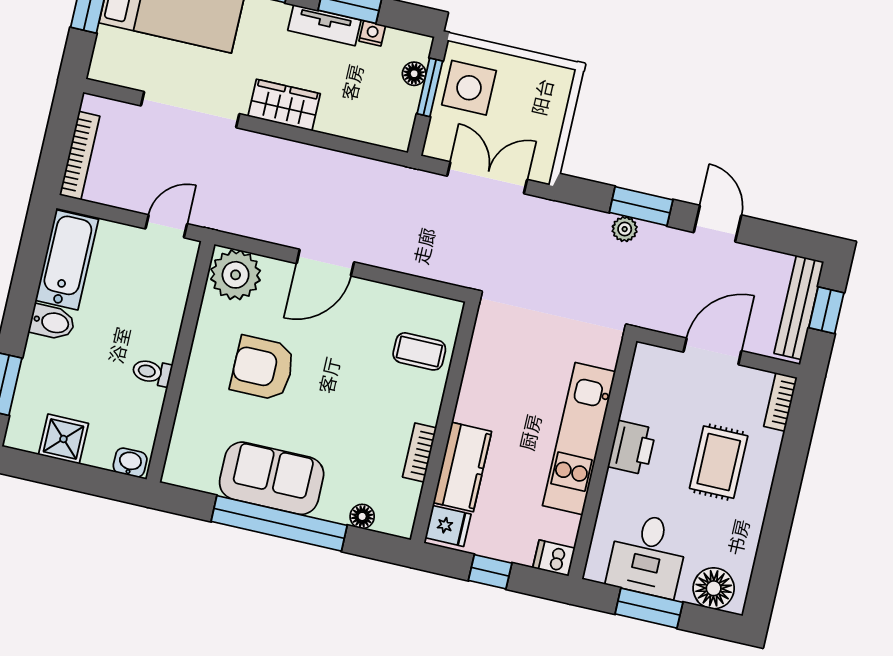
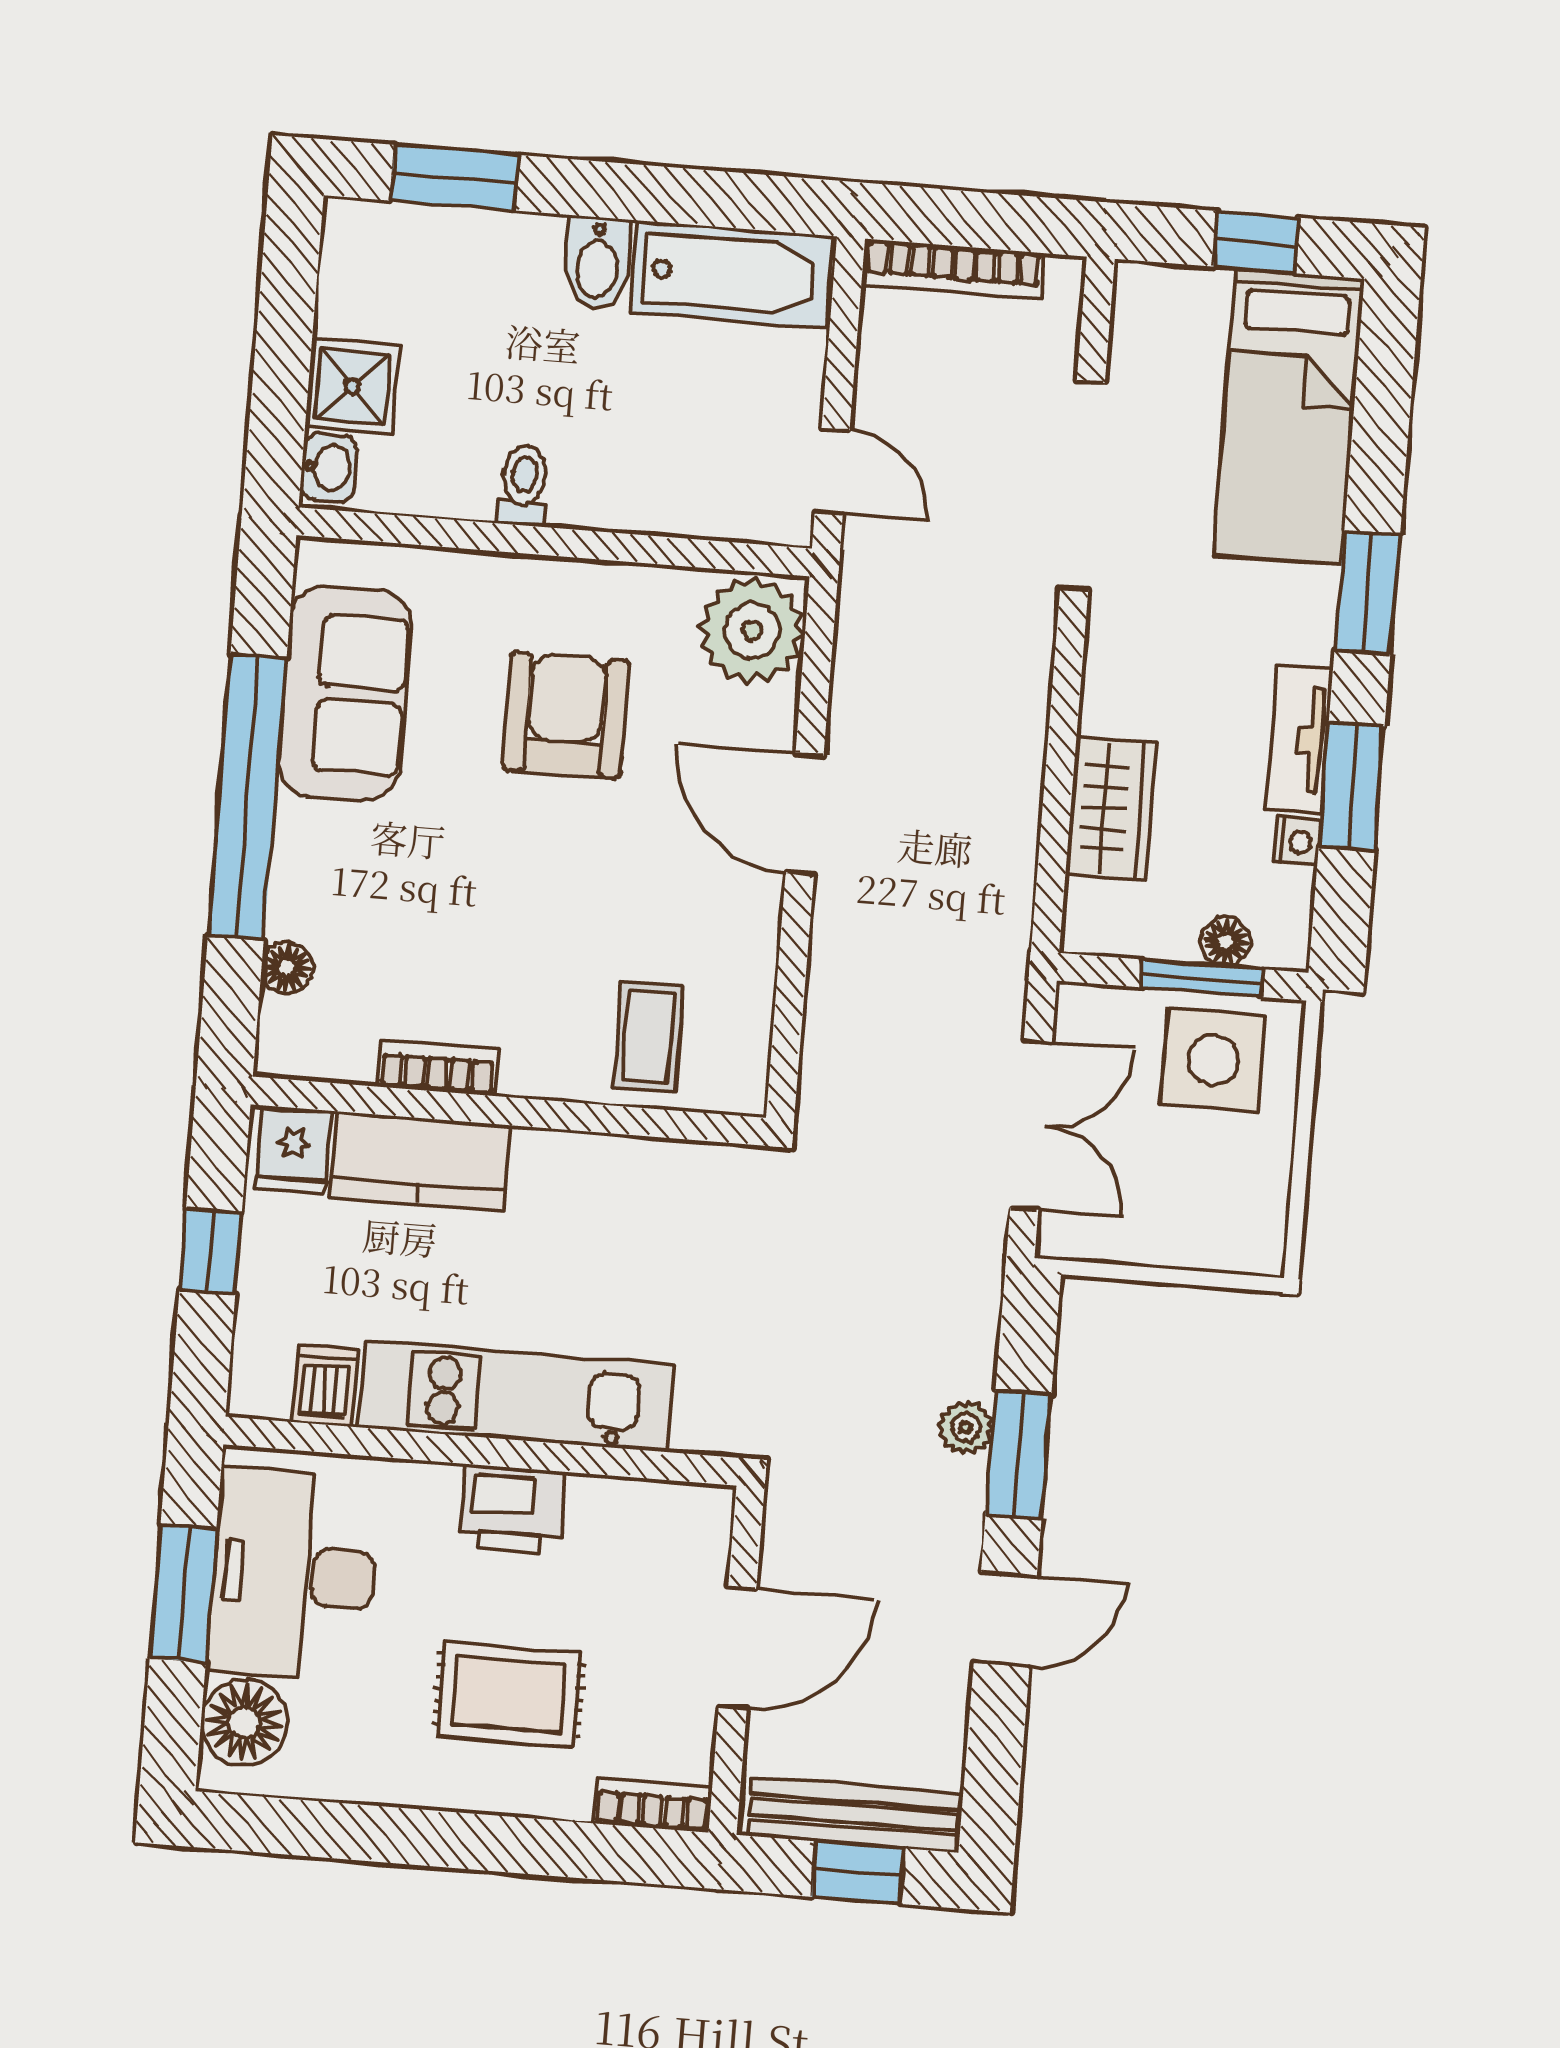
wardrobe: (284, 105) -> (1111, 808), moved
door: (712, 351) -> (738, 1648), hinge flipped
shower: (63, 439) -> (352, 386), moved
sofa: (272, 478) -> (345, 694), moved
desk: (648, 555) -> (293, 1575), width x1.37
dishwasher: (554, 558) -> (324, 1385), moved

